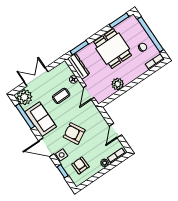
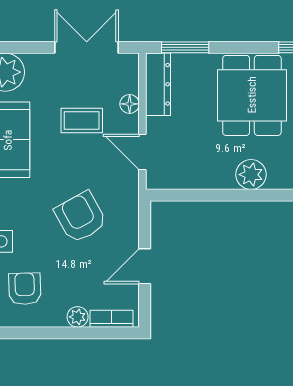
double door: (36, 77) -> (87, 47), moved
plant: (118, 84) -> (251, 175), moved
door: (89, 93) -> (142, 152), hinge flipped
armchair: (74, 134) -> (81, 217), moved

